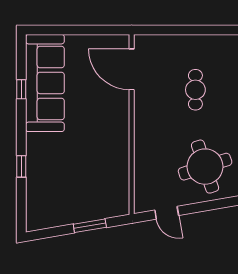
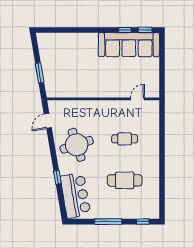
door: (132, 69) -> (137, 99), width x0.53
window: (21, 166) -> (145, 30), moved

